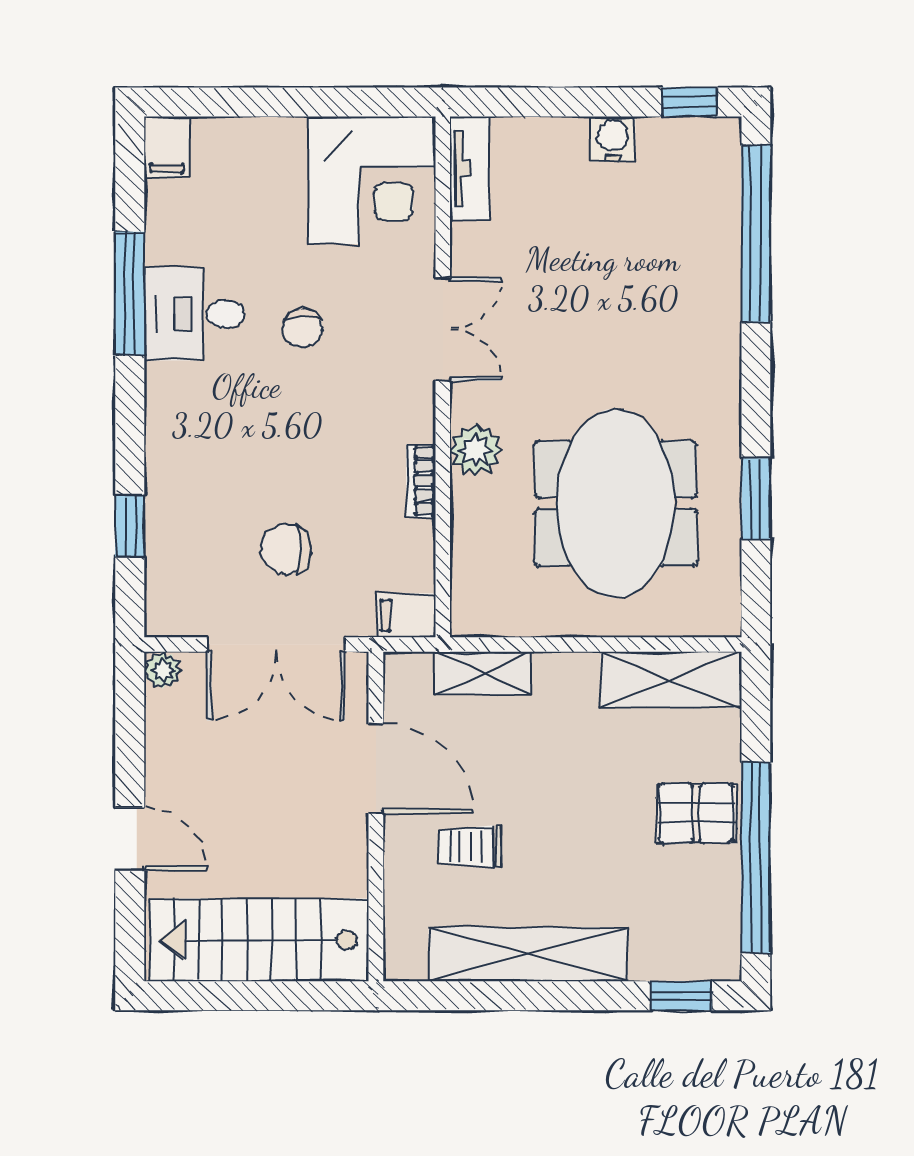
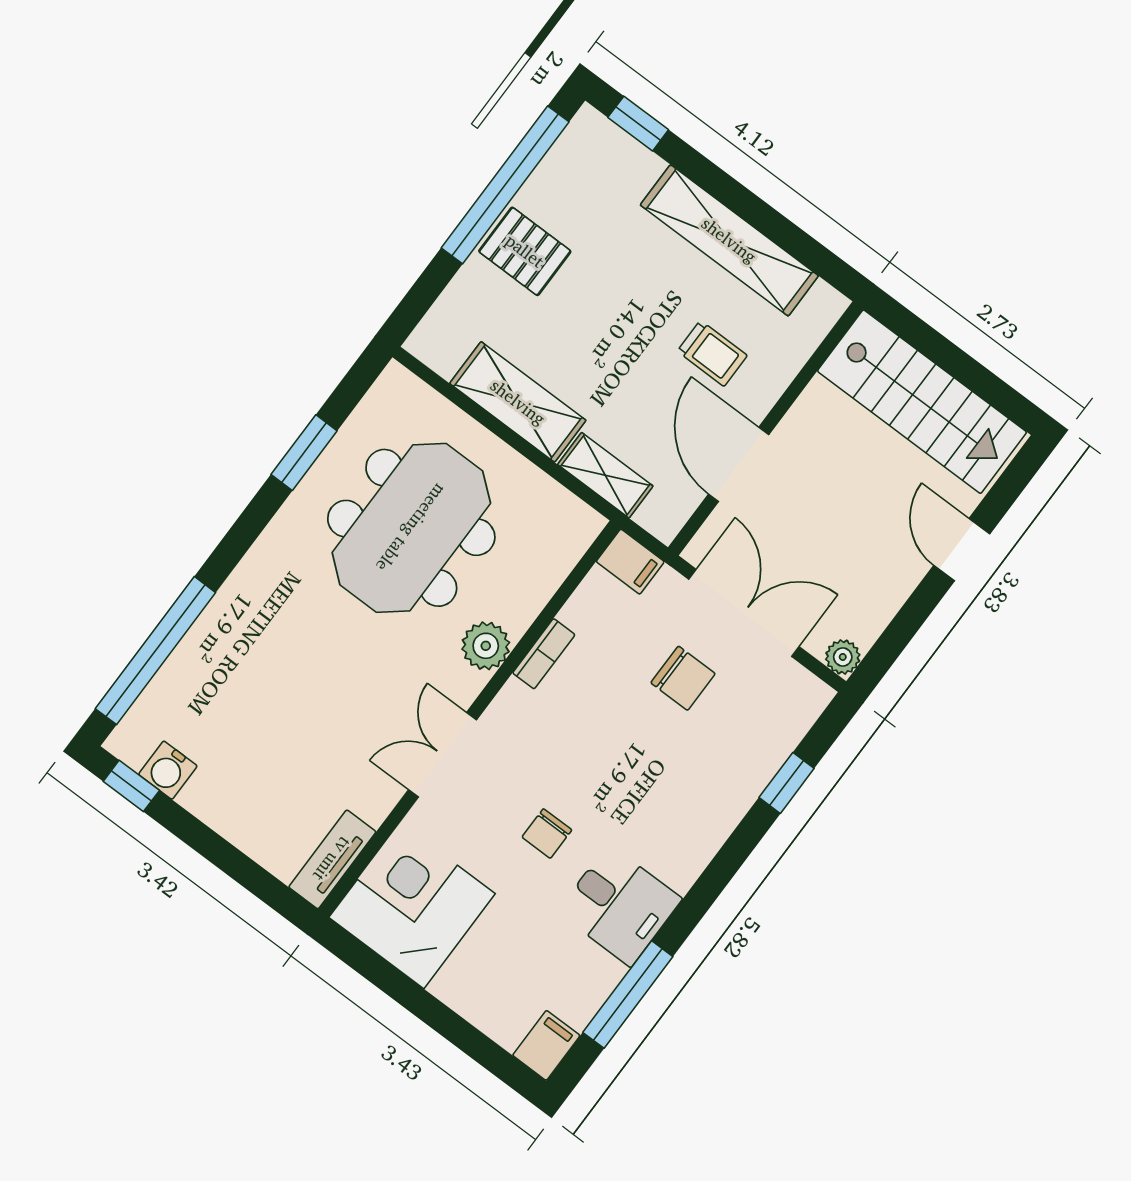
water cooler: (613, 139) -> (168, 770), moved
window: (130, 293) -> (628, 994), moved
chair: (303, 329) -> (547, 834), turned 180
shelving: (671, 680) -> (518, 402), moved

